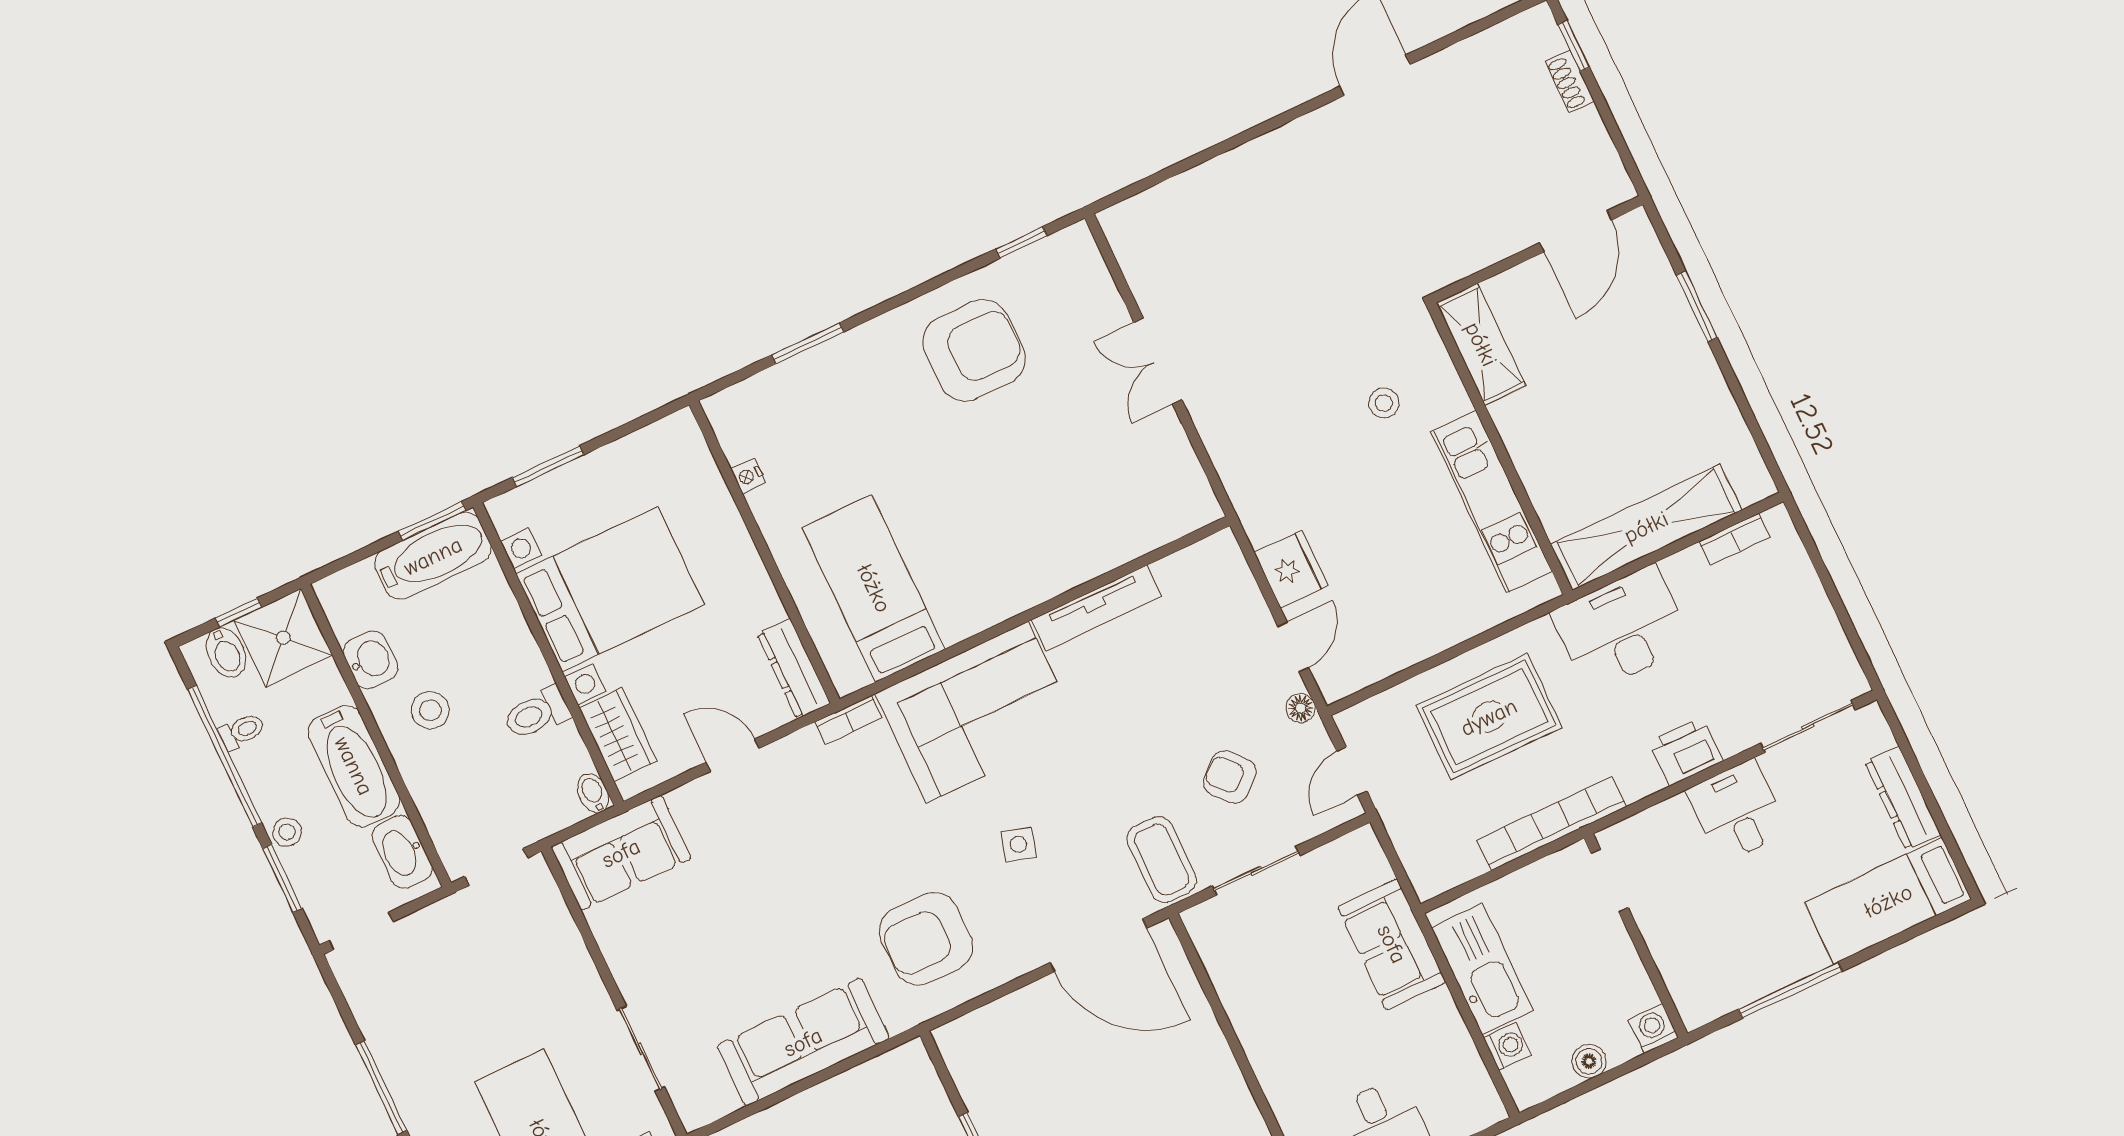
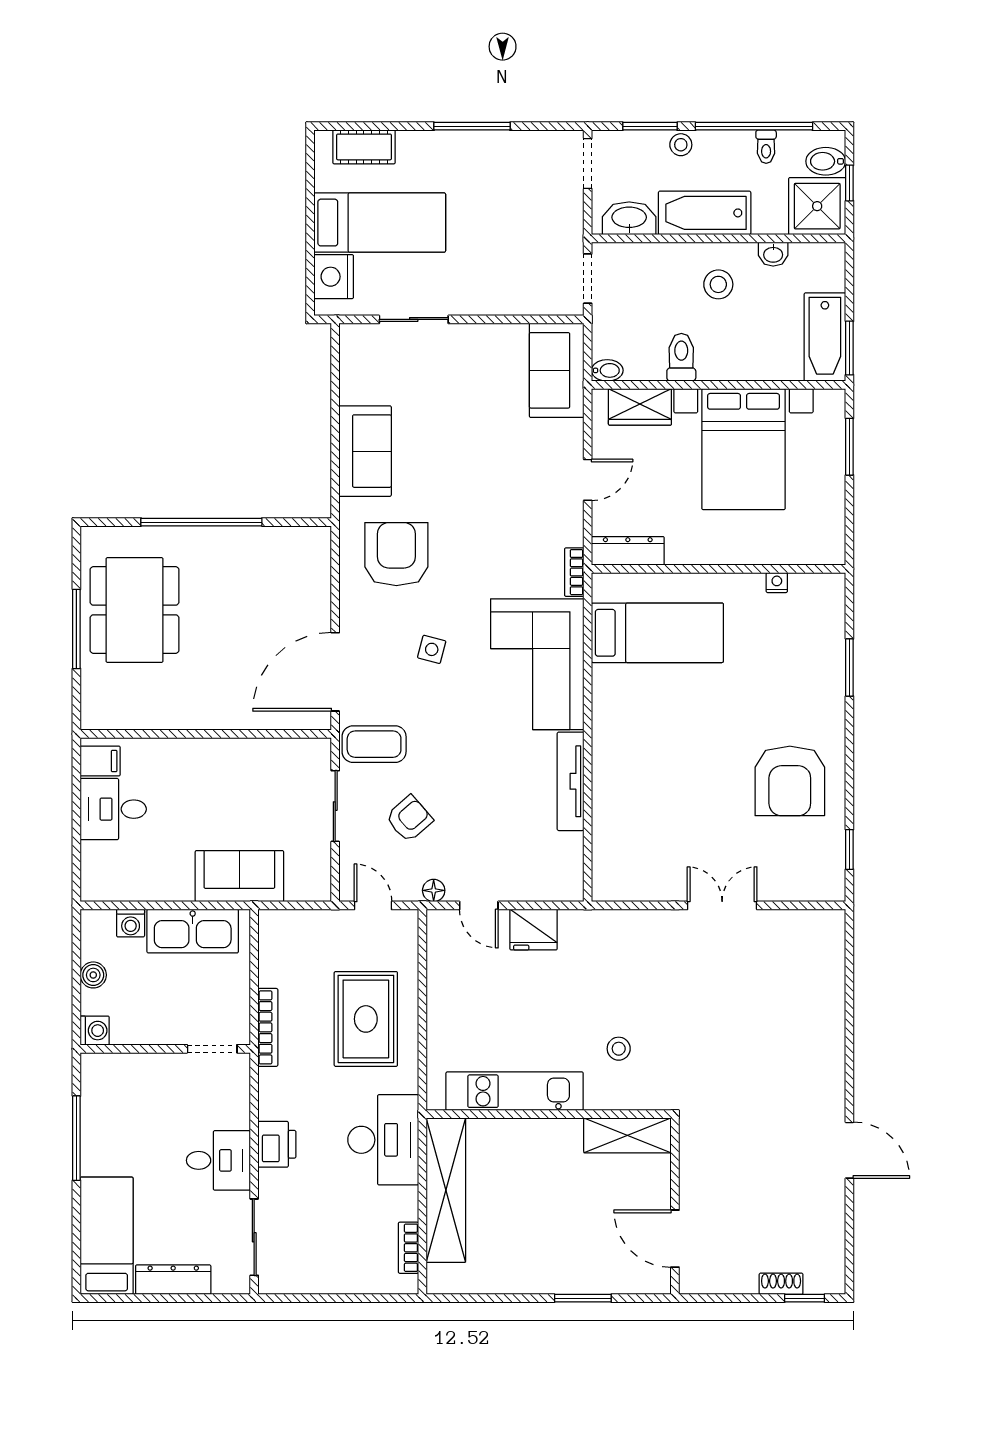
washbasin: (371, 660) -> (773, 254), width x0.72, depth x0.69
bookcase: (1552, 823) -> (268, 1027), width x0.68, depth x0.76
sofa: (803, 1042) -> (365, 451), width x0.73

